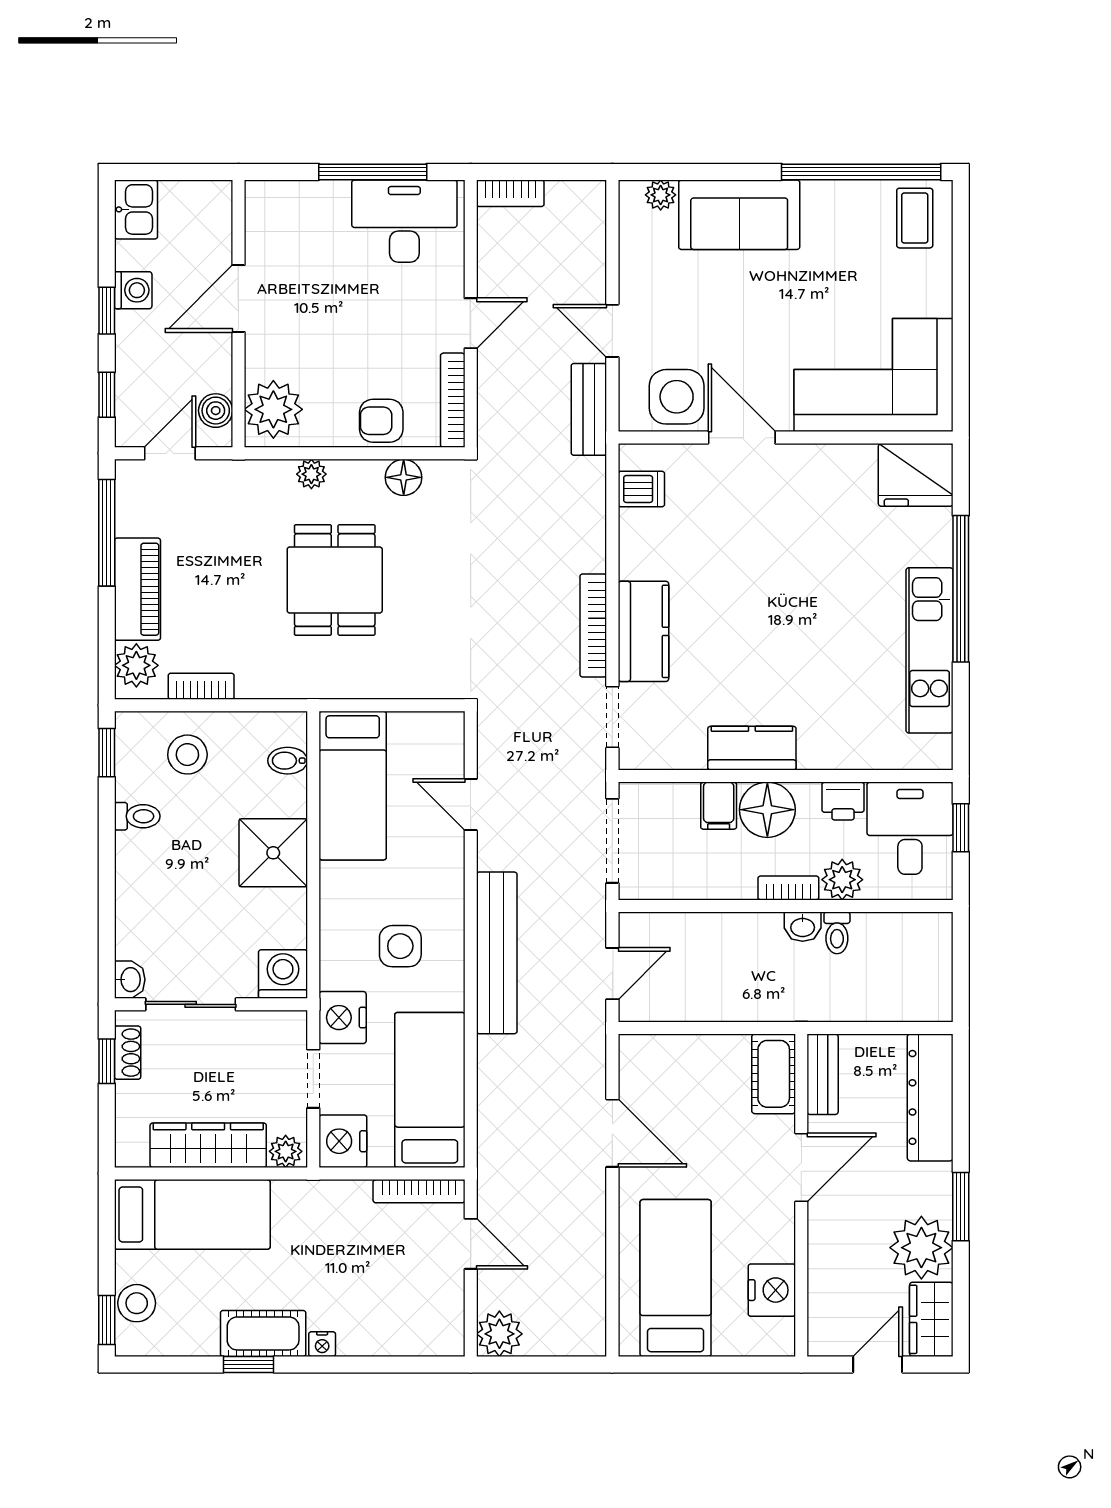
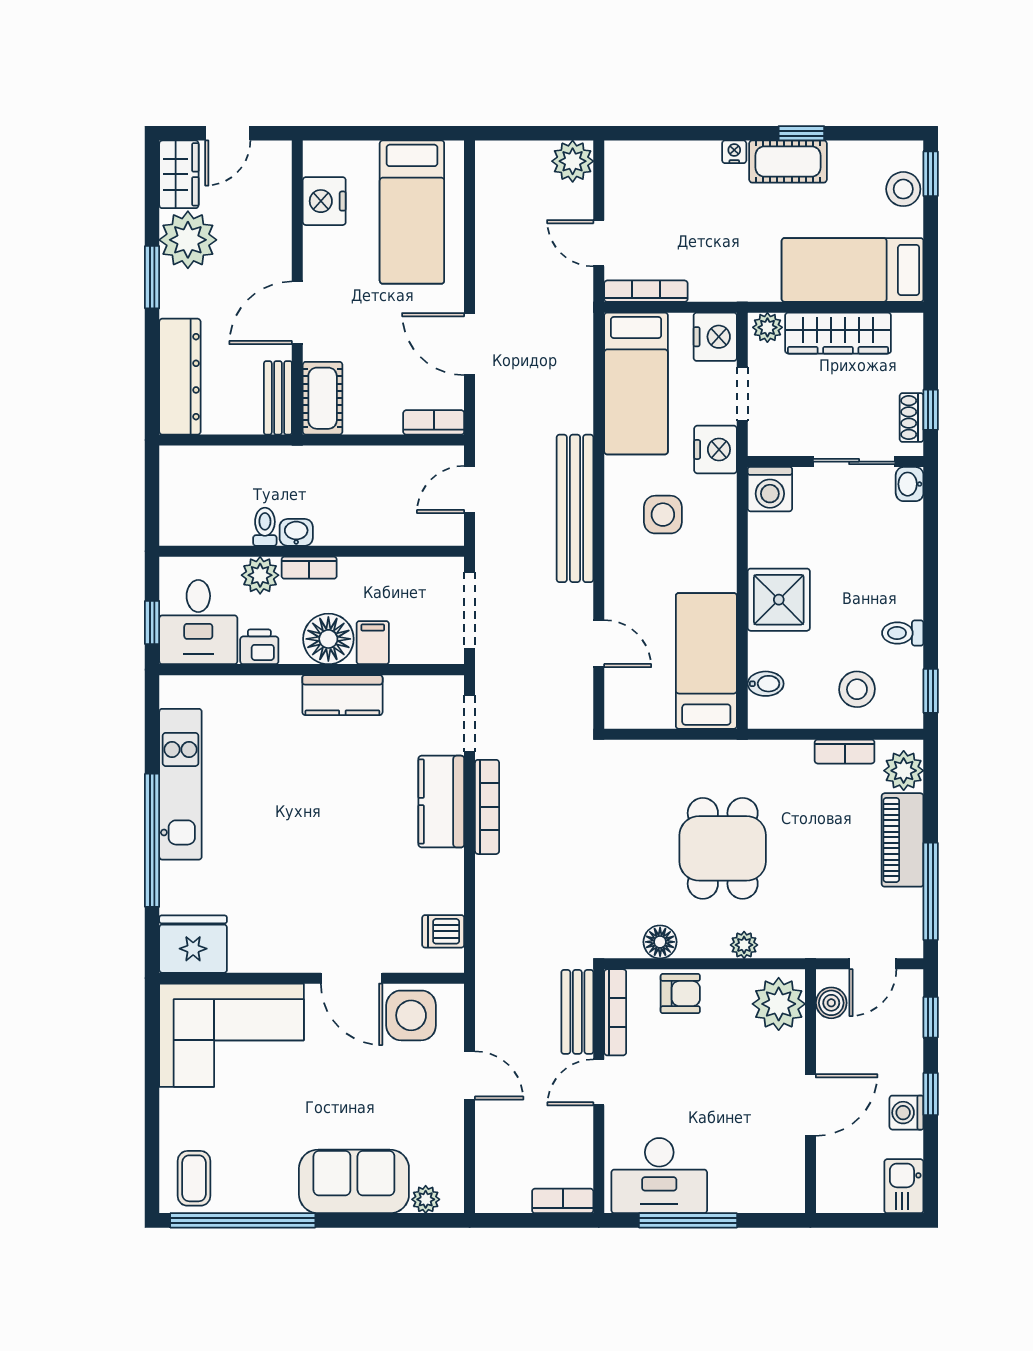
bench: (589, 409) -> (577, 1012), moved
bookcase: (652, 1047) -> (434, 422), added

